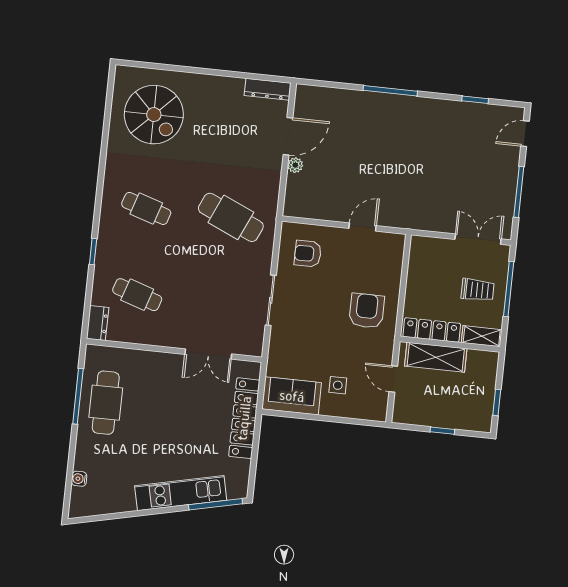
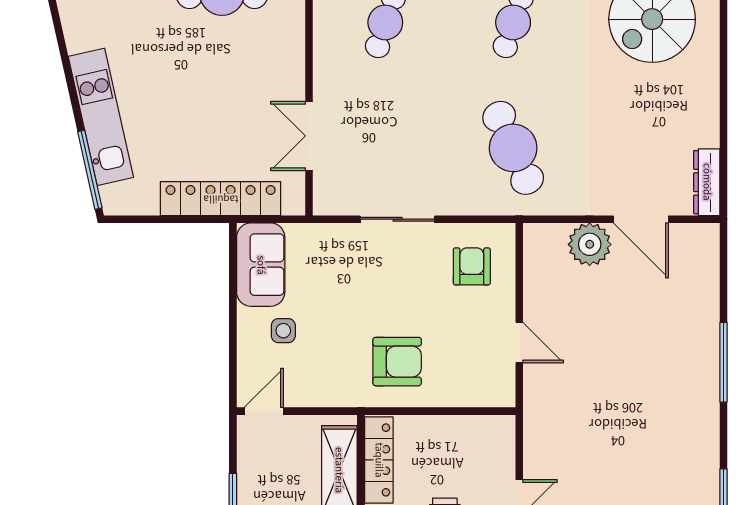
plant: (295, 165) -> (590, 244), width x1.88, depth x1.88
cafe table: (231, 217) -> (513, 148), turned -48
door: (393, 379) -> (264, 411), moved

